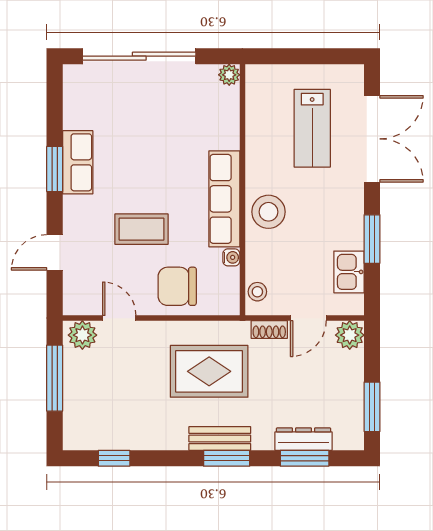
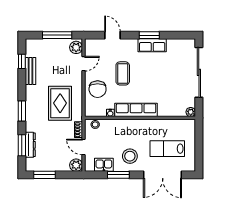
stool: (268, 212) -> (130, 156), moved
chair: (177, 286) -> (98, 89), turned 180
bench: (220, 438) -> (30, 71), moved

